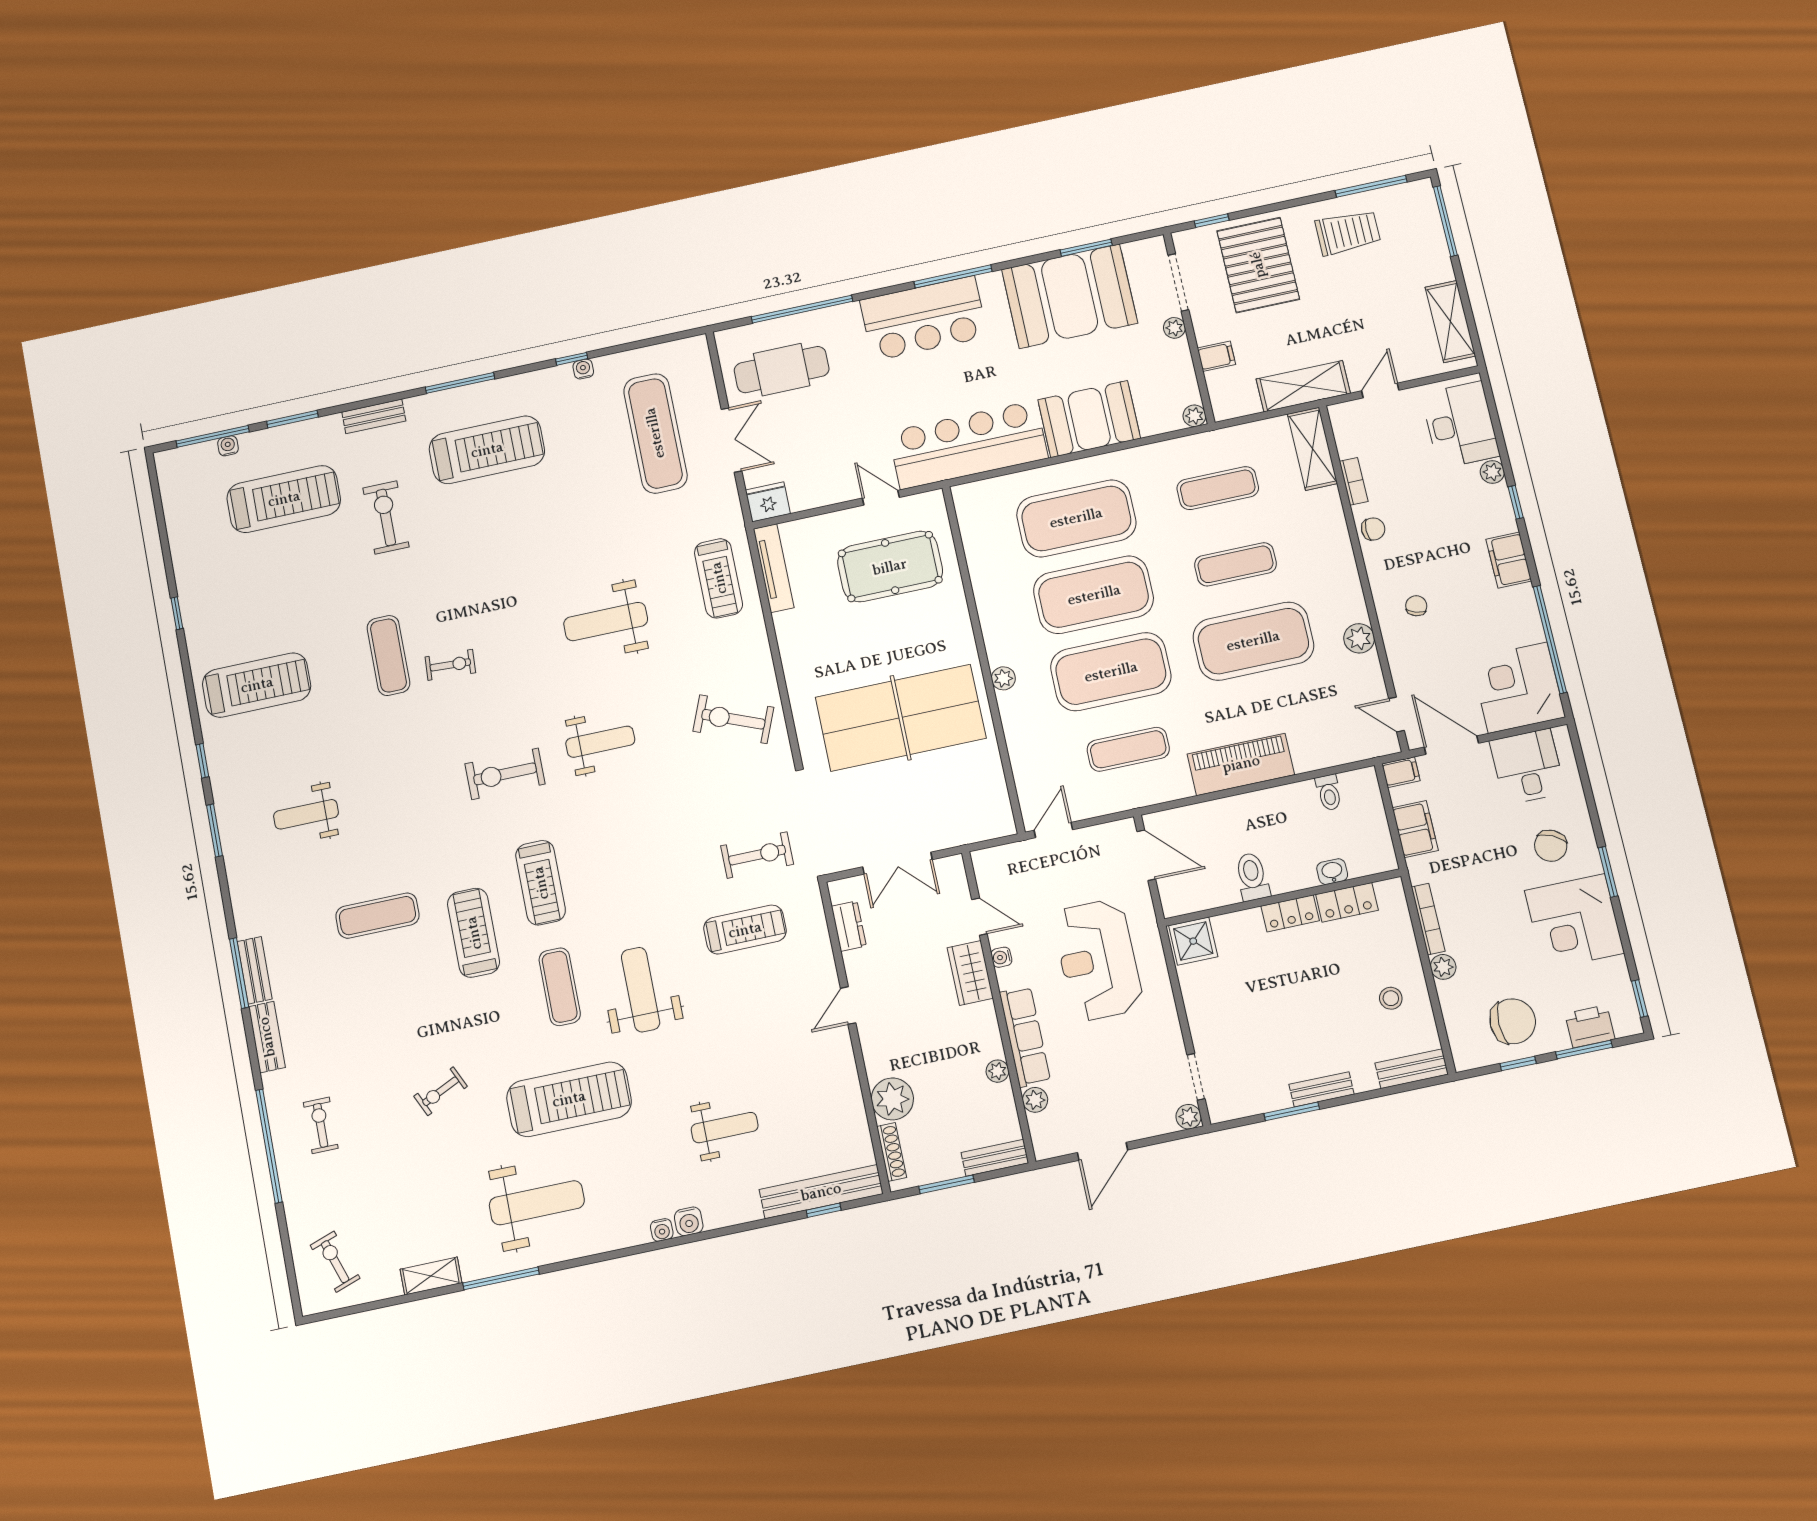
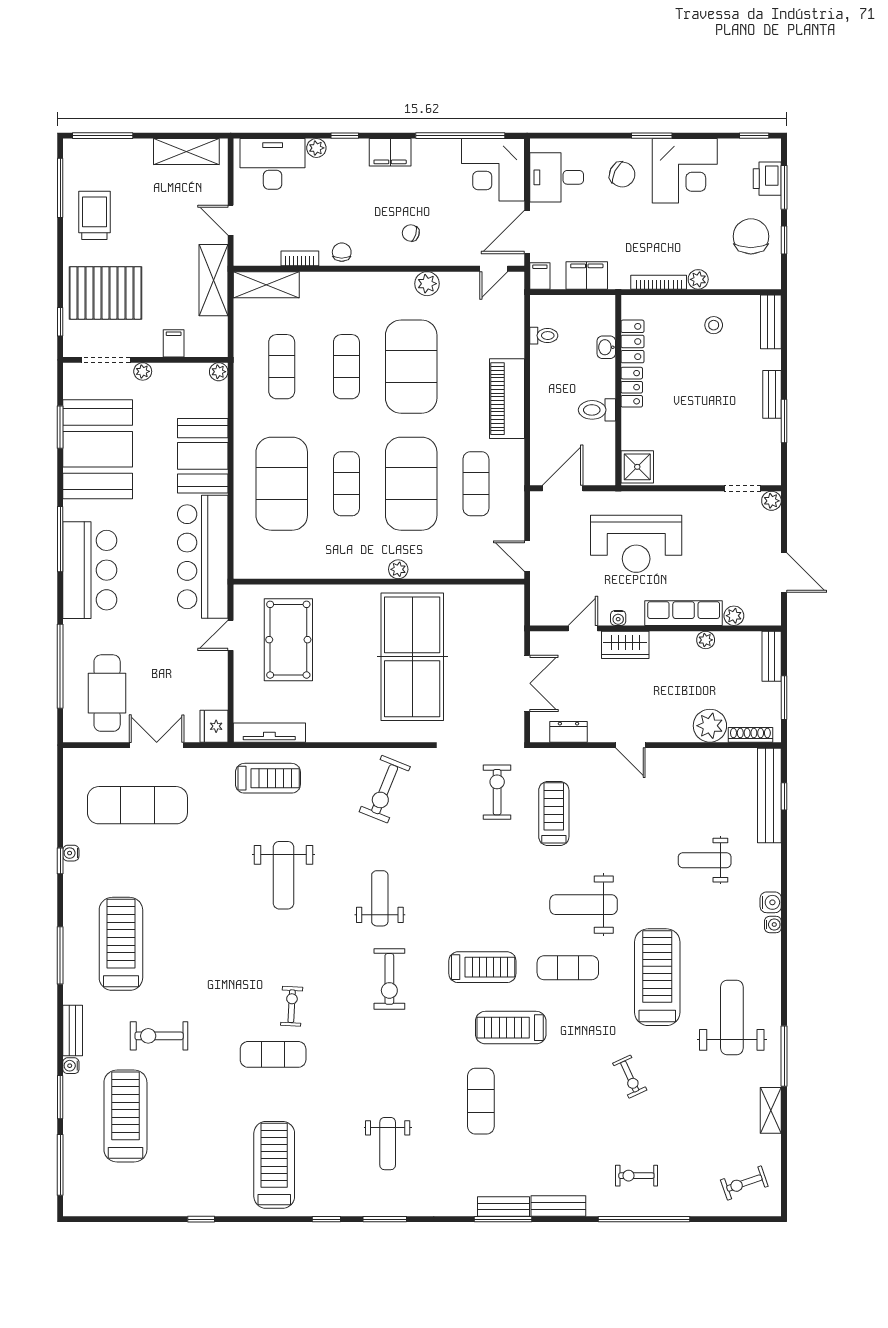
water cooler: (228, 446) -> (71, 1066), moved
exercise mat: (1094, 595) -> (346, 484), width x0.50, depth x0.69
weight bench: (725, 1128) -> (705, 860), turned -90

